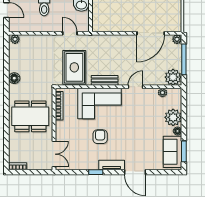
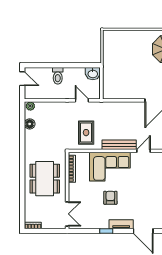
rug: (74, 67) -> (86, 133), width x0.73, depth x0.70
floor lamp: (14, 78) -> (30, 124), moved
bench: (105, 80) -> (119, 145), width x1.36
dining table: (30, 116) -> (45, 179), turned 90

